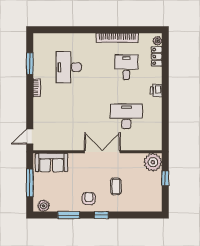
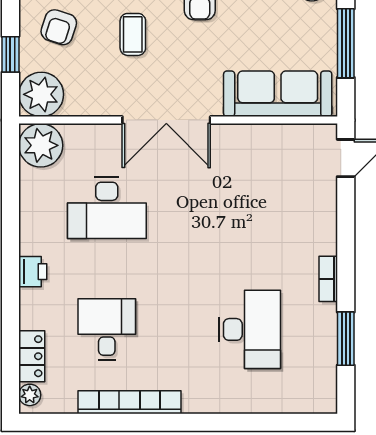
desk: (126, 67) -> (107, 329), turned 180
plant: (153, 142) -> (41, 145), added
sofa: (51, 162) -> (278, 94), width x1.36
armchair: (146, 189) -> (59, 27), added

